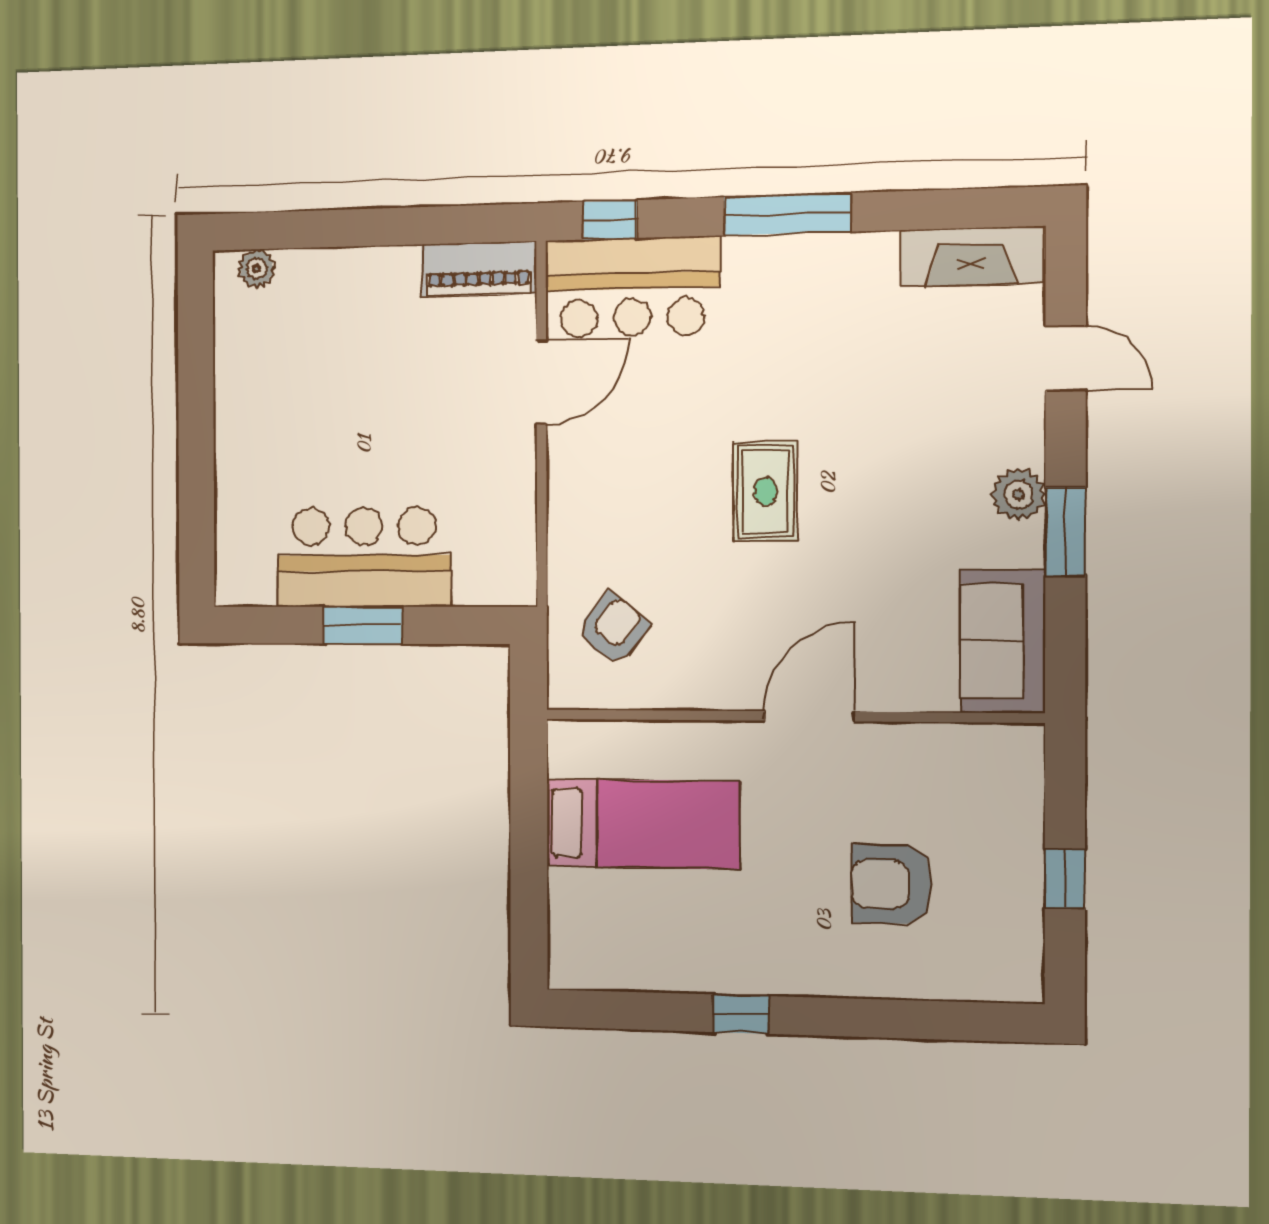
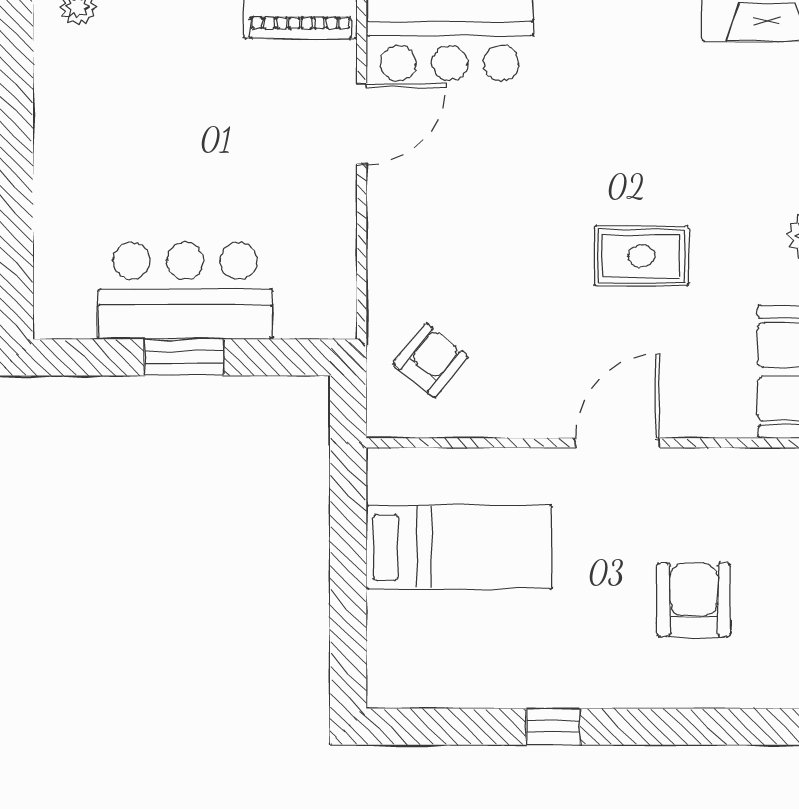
rug: (765, 492) -> (641, 256), moved, turned 90
armchair: (891, 884) -> (694, 600), turned 90

